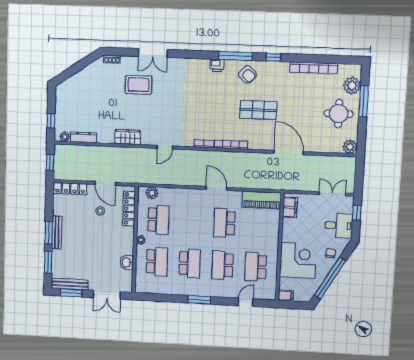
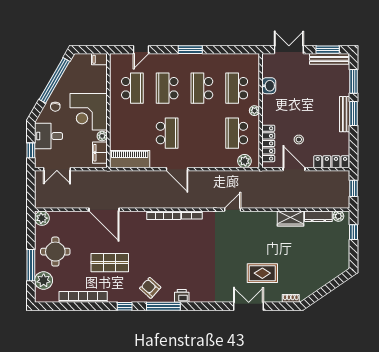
shop shelf: (258, 110) -> (110, 263), moved
wardrobe: (128, 137) -> (290, 219), moved
plant: (287, 223) -> (102, 136), added
corner desk: (298, 261) -> (89, 112), moved
school desk: (223, 265) -> (167, 88), turned 180

